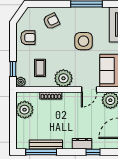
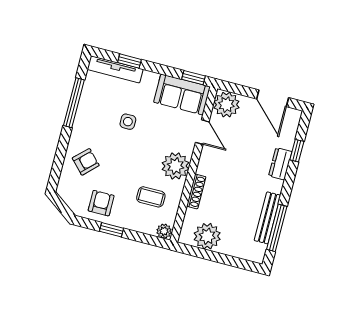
armchair: (51, 21) -> (86, 162), turned 72
side table: (84, 41) -> (128, 122), width x0.54, depth x0.54
window: (13, 69) -> (111, 230), moved

